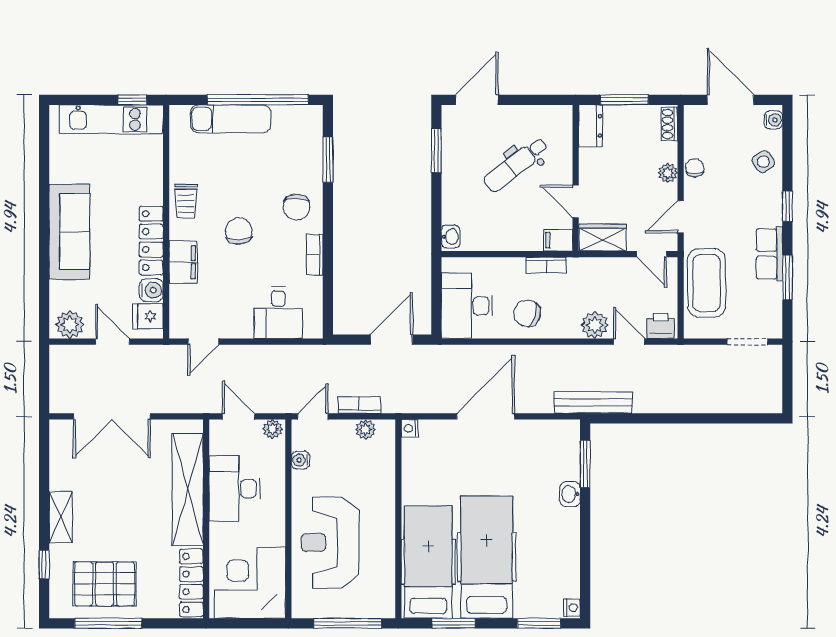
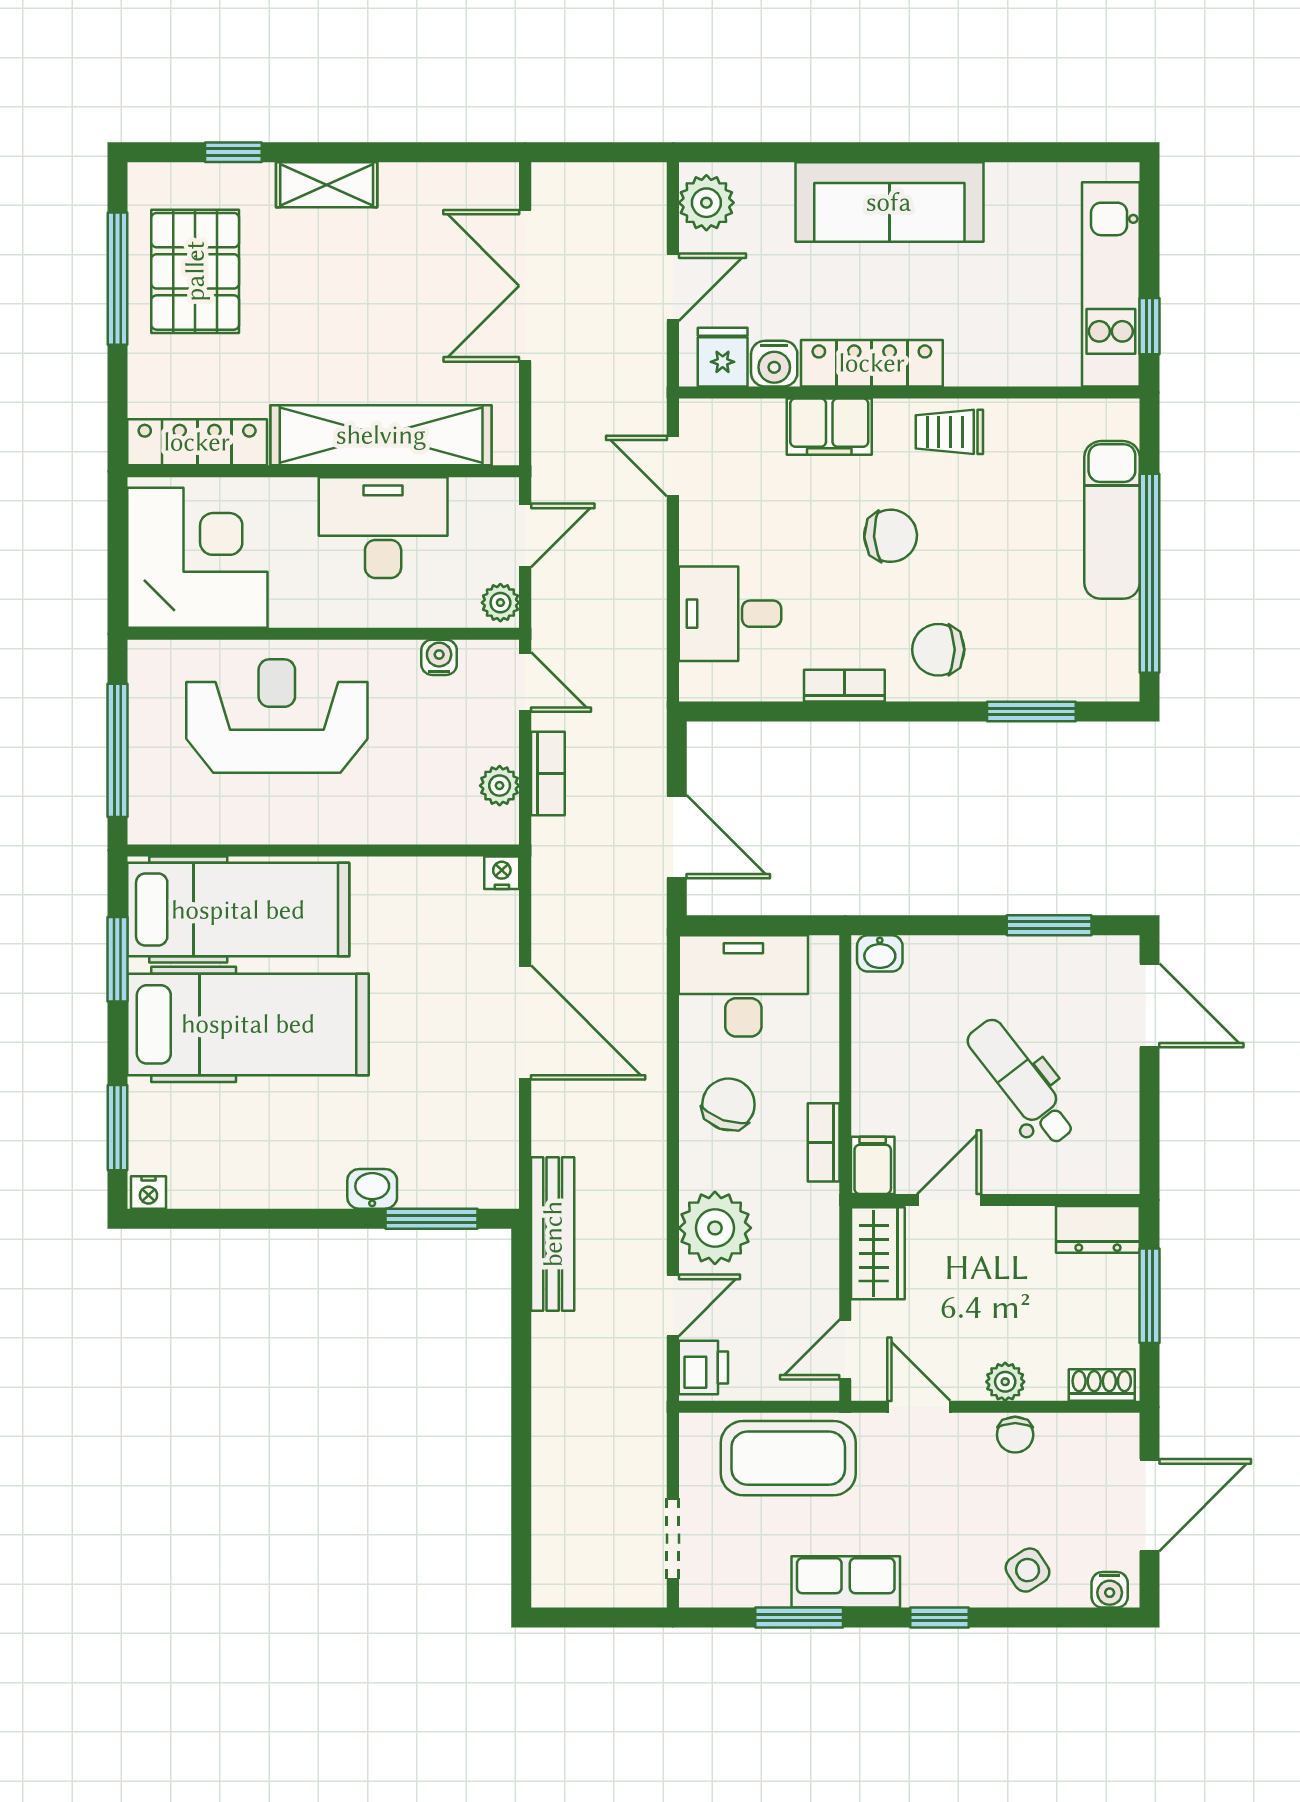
chair: (695, 168) -> (1015, 1435), turned 90
plant: (595, 325) -> (715, 1228), width x1.36, depth x1.36

